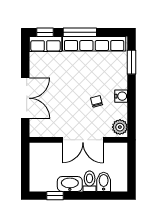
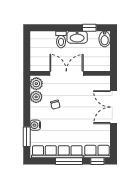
water cooler: (121, 96) -> (35, 125), moved
plant: (120, 111) -> (36, 97), added
bidet: (104, 182) -> (105, 39), moved

